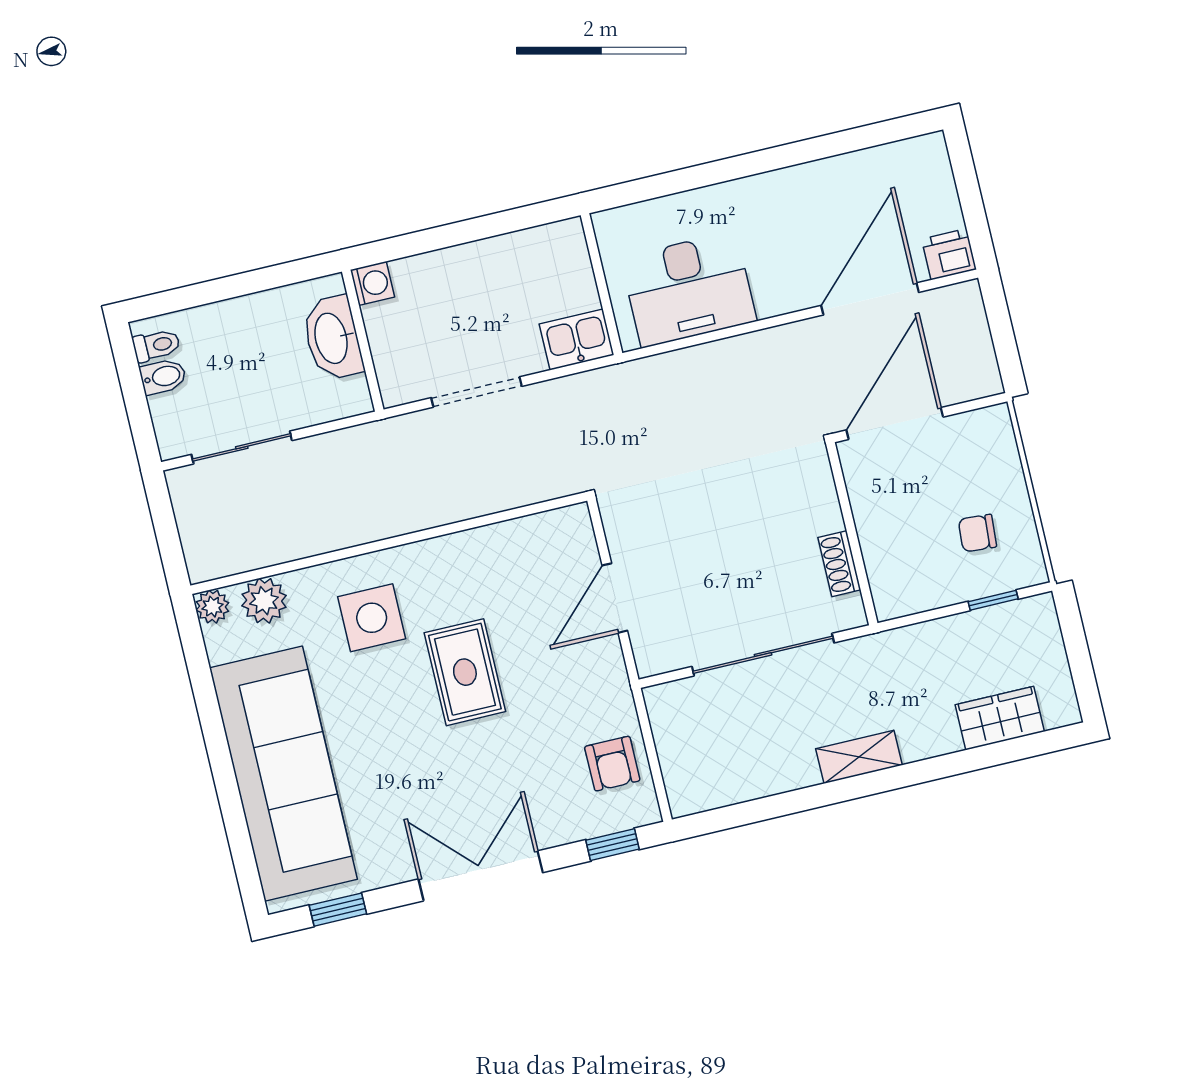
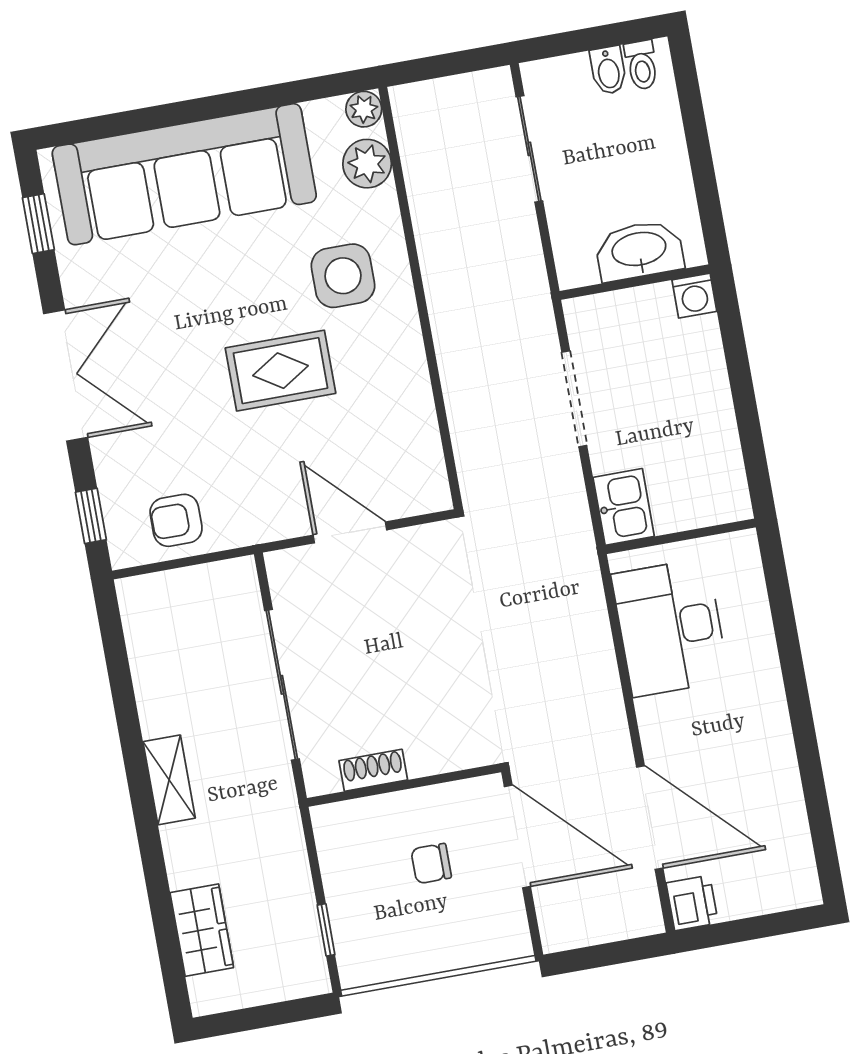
chair: (977, 533) -> (431, 864), moved, turned -94

